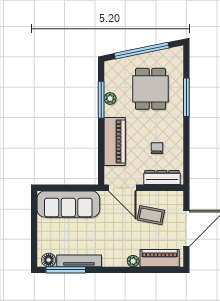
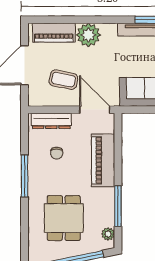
window: (186, 97) -> (25, 176), moved
plant: (110, 99) -> (108, 234), moved
plant: (133, 261) -> (88, 35), width x1.87, depth x1.87

